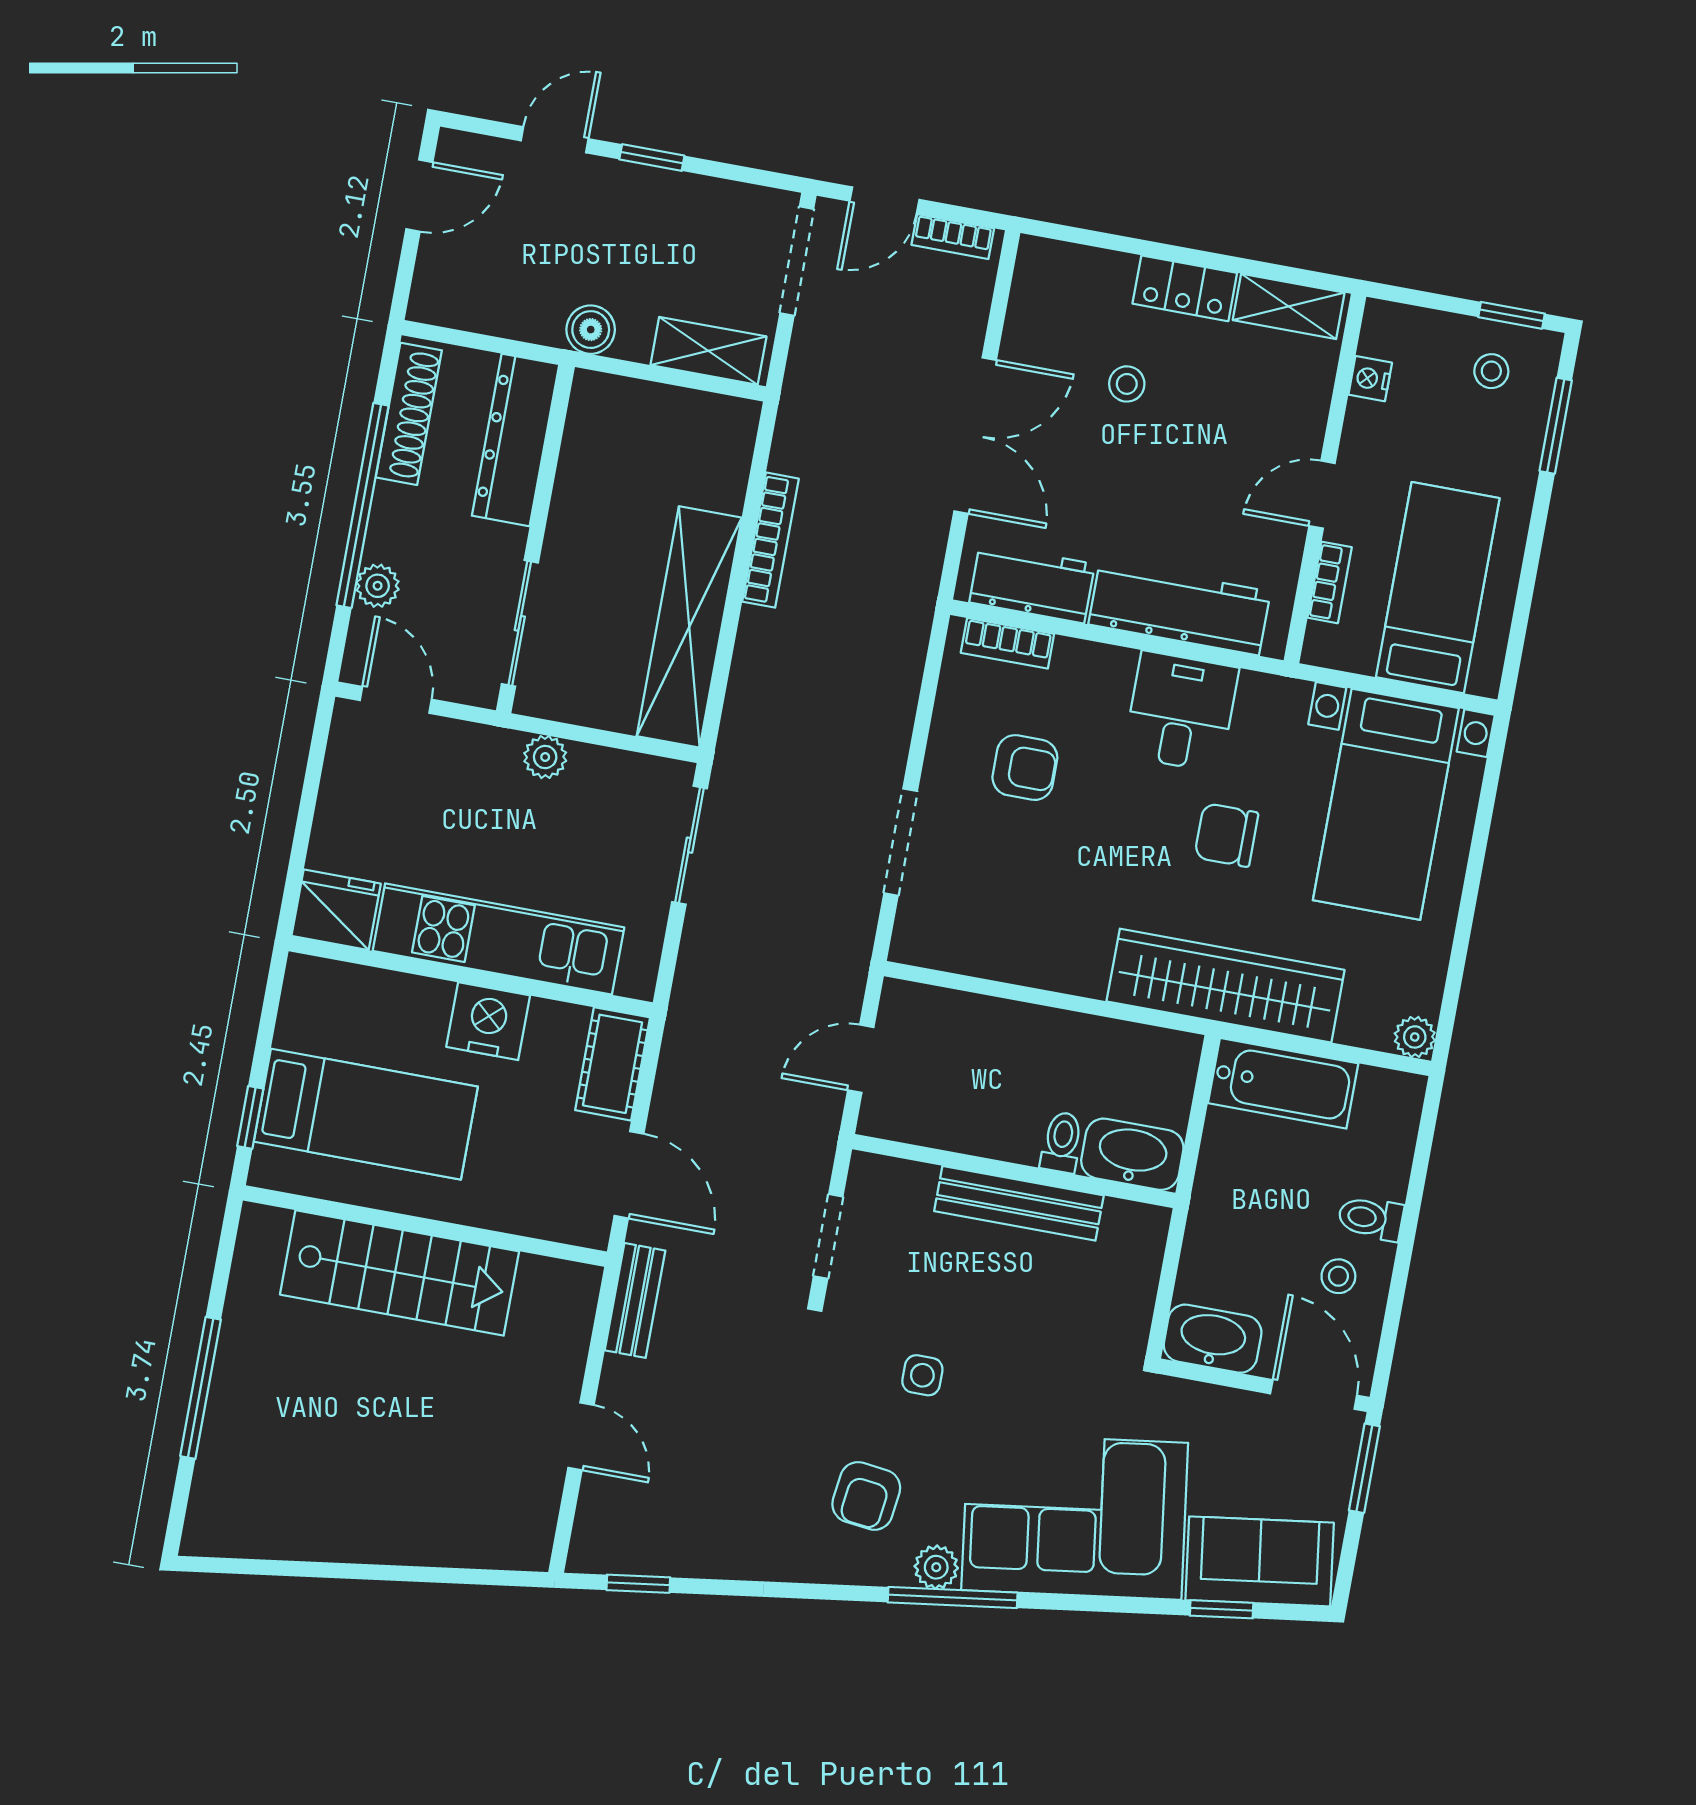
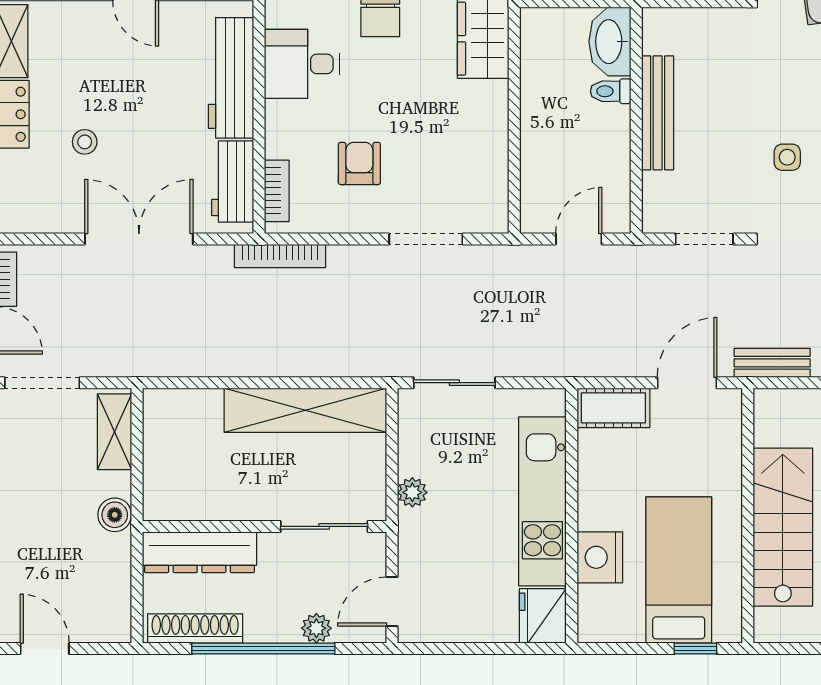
bookcase: (770, 540) -> (280, 256), moved, turned 180
nightstand: (488, 1021) -> (600, 557), moved
door: (861, 1059) -> (579, 239), swing flipped

